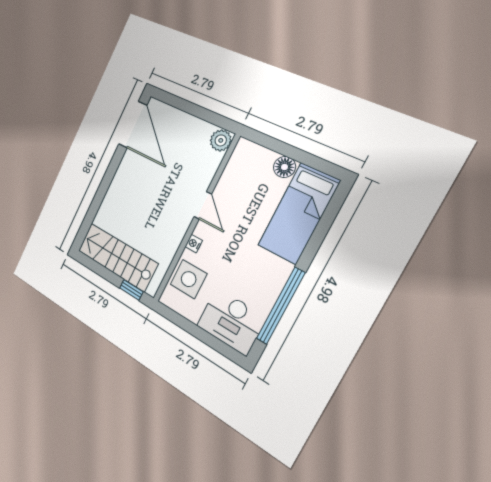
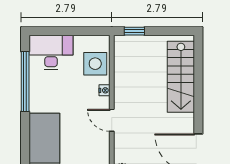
stairs: (117, 257) -> (181, 77), moved, turned 90

